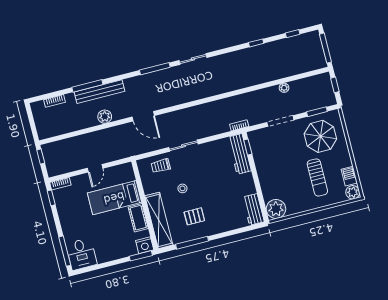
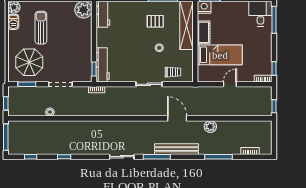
bench: (100, 92) -> (177, 149), moved

